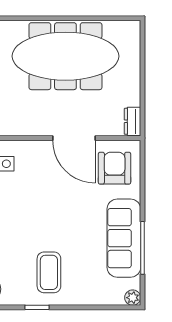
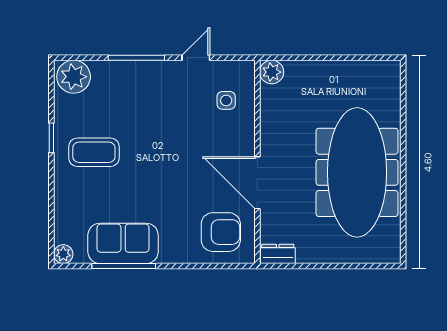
door: (74, 138) -> (257, 183), hinge flipped
sofa: (124, 238) -> (123, 243), width x0.73

